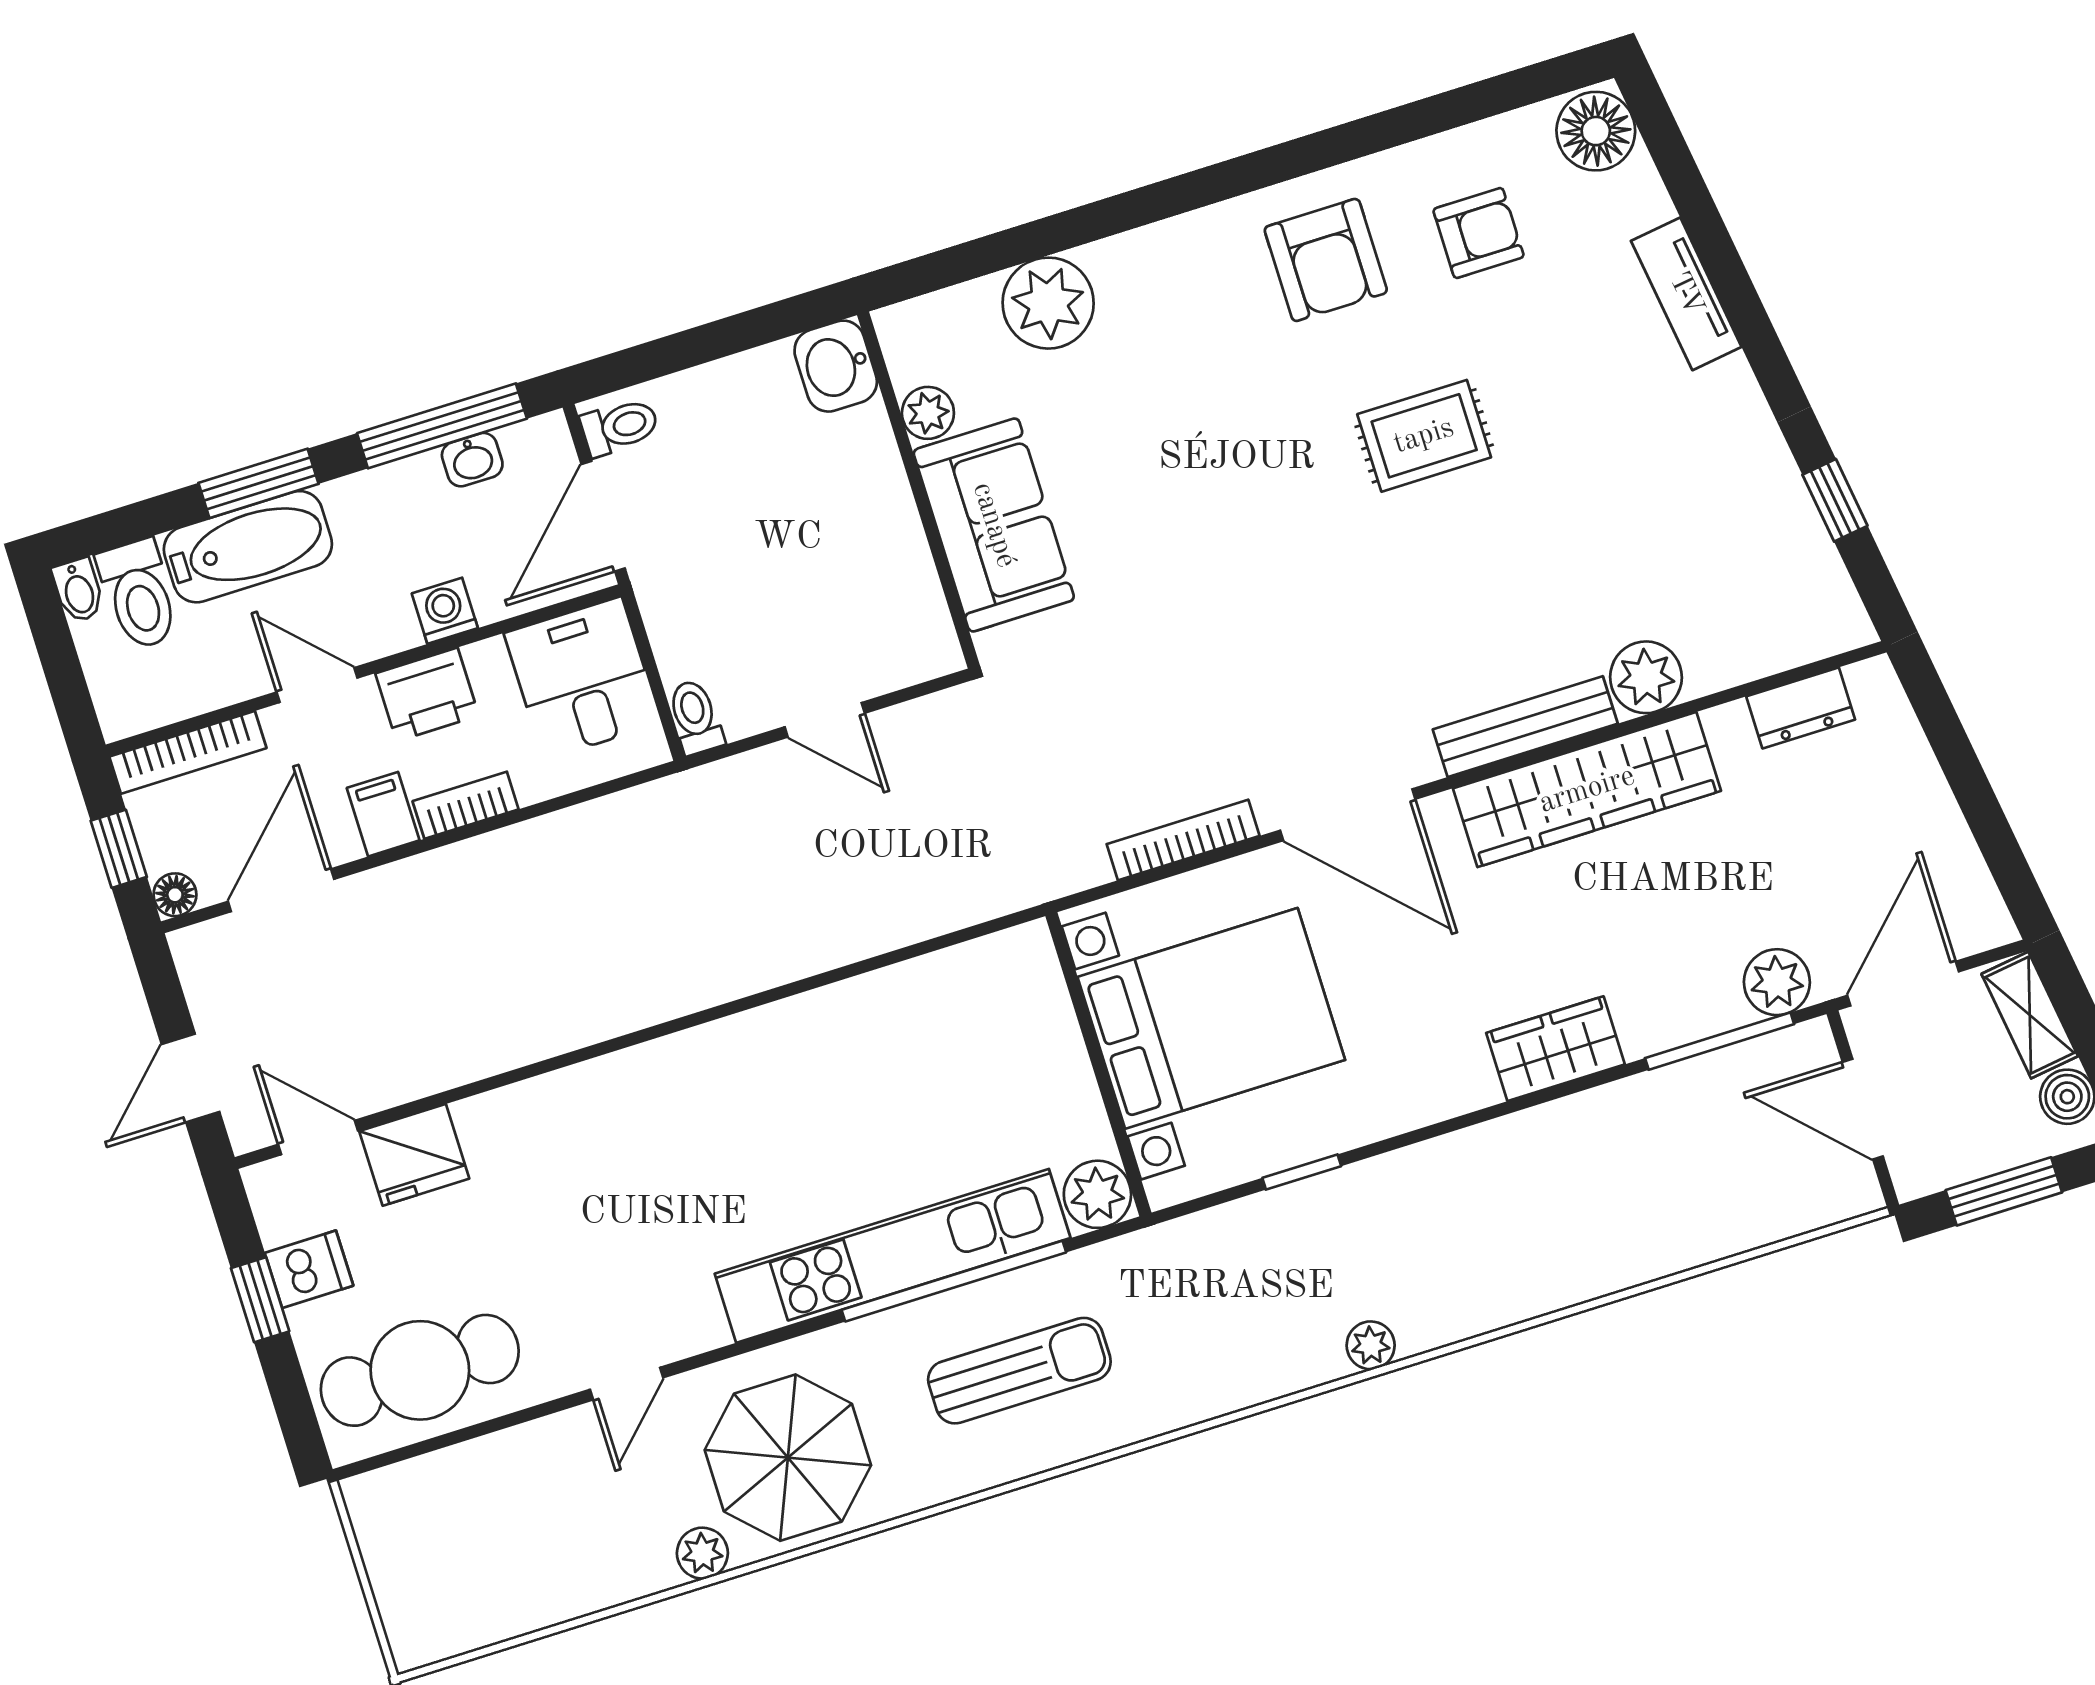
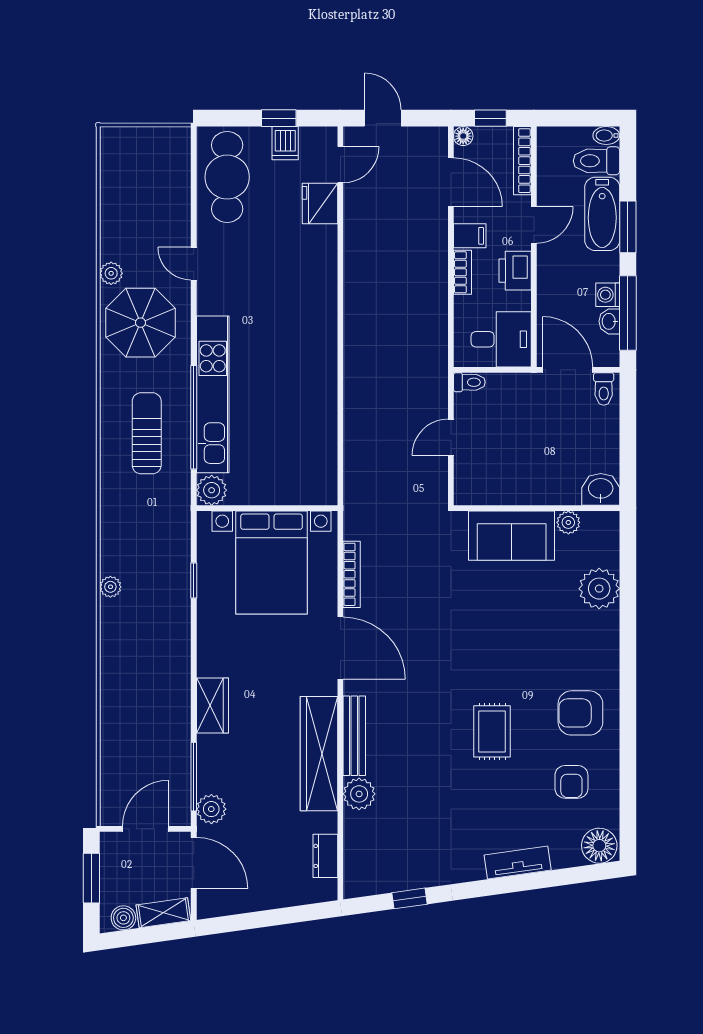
washing machine: (445, 611) -> (608, 295), moved, turned 180
door: (1348, 815) -> (340, 648), swing flipped
sun lounger: (1019, 1371) -> (147, 433), turned 180

